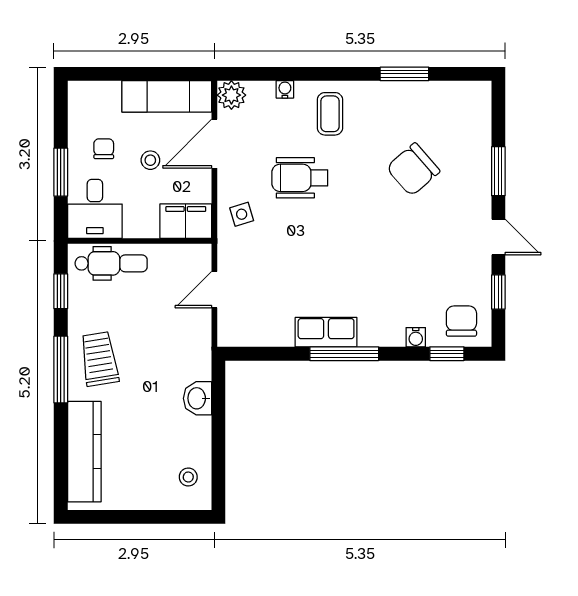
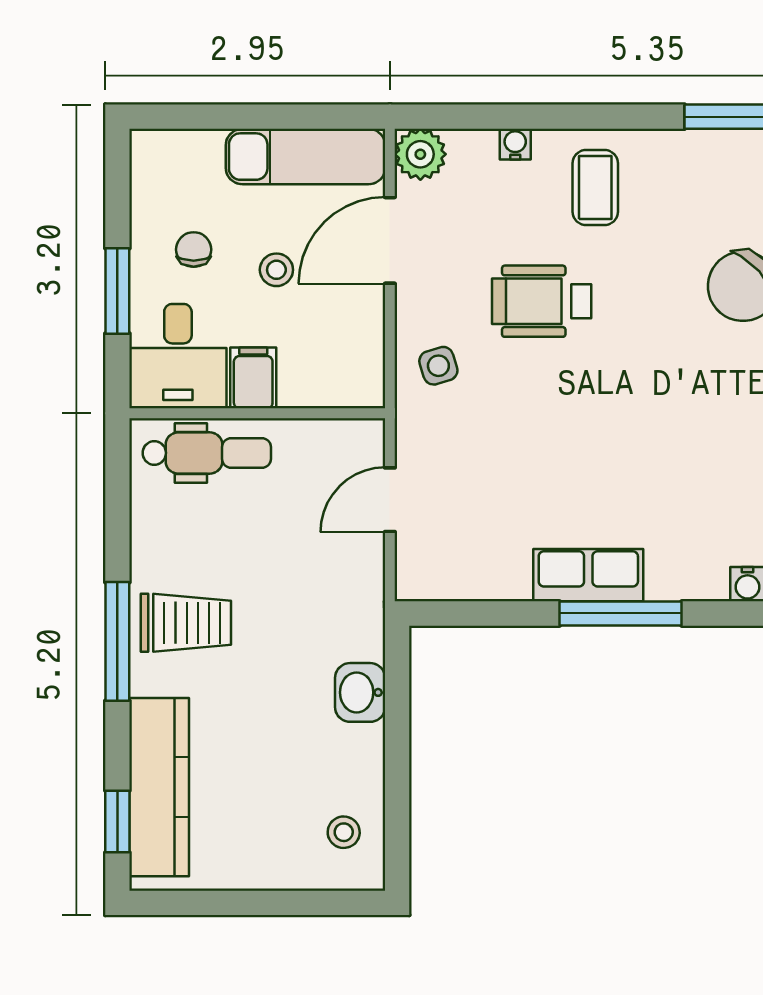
filing cabinet: (186, 221) -> (253, 378), moved, width x0.50
window: (61, 291) -> (117, 822), moved
trolley: (99, 359) -> (186, 623), turned 99

